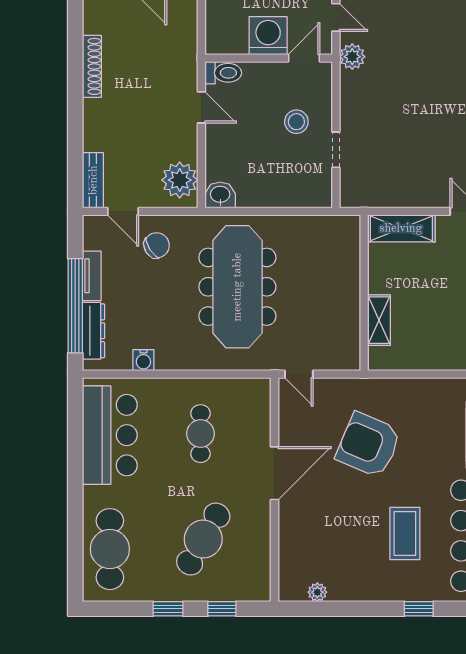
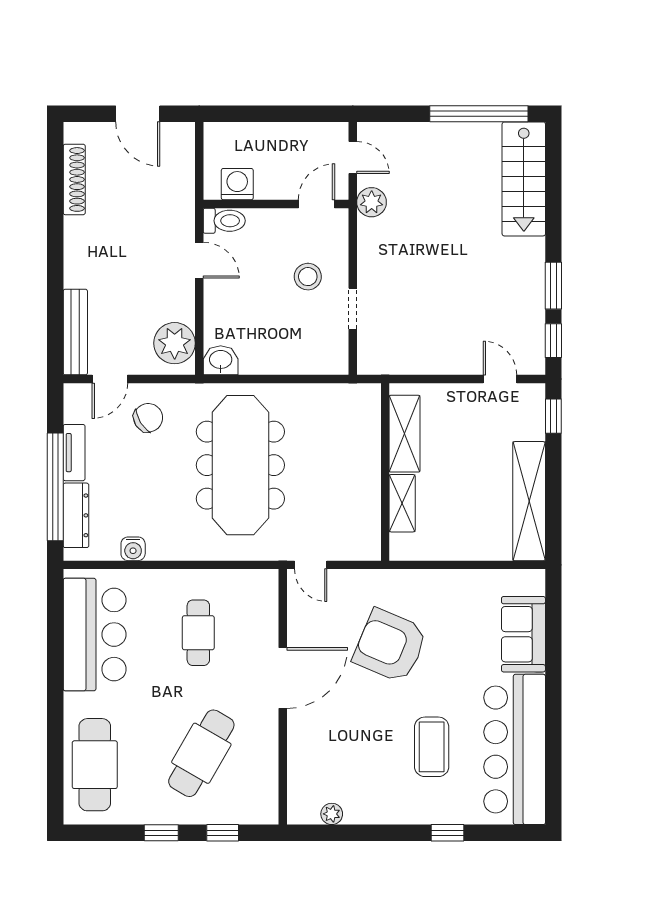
washing machine: (268, 36) -> (237, 184), moved, width x0.73, depth x0.73
shoe rack: (92, 66) -> (74, 179), moved
bench: (93, 180) -> (75, 332), width x1.36
door: (123, 211) -> (110, 379), hinge flipped
shelving: (401, 228) -> (405, 434), moved, turned 90

